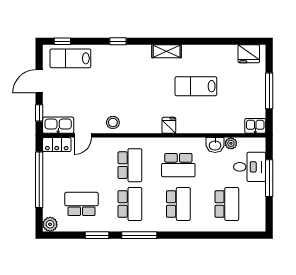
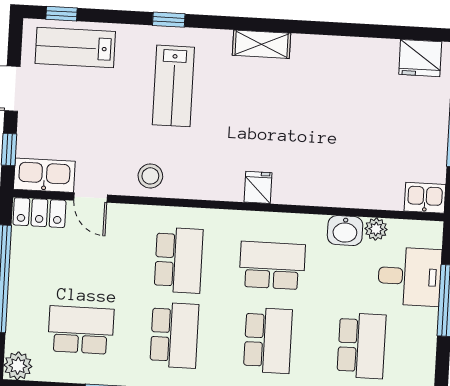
lab bench: (196, 86) -> (173, 86), moved, turned -90
door: (83, 135) -> (91, 198), hinge flipped
school desk: (178, 165) -> (272, 265), turned 180

